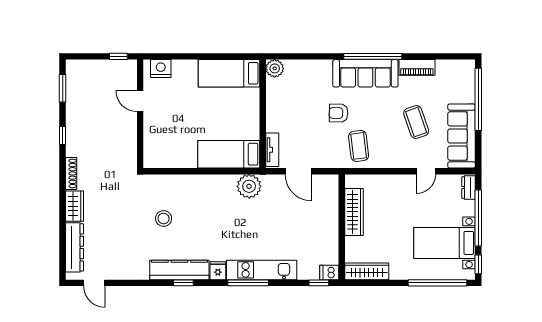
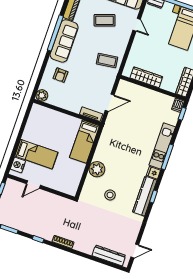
bed: (229, 73) -> (36, 154), moved, turned -90
armchair: (339, 113) -> (60, 75), moved
plant: (249, 186) -> (97, 169), moved
wardrobe: (75, 206) -> (84, 247), removed

